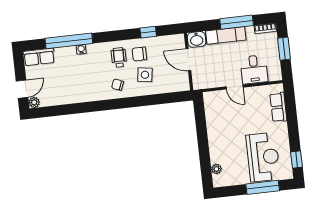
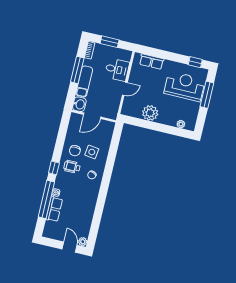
window: (148, 32) -> (54, 168), moved
row of seats: (39, 57) -> (54, 209), moved
plant: (217, 128) -> (150, 113), added

